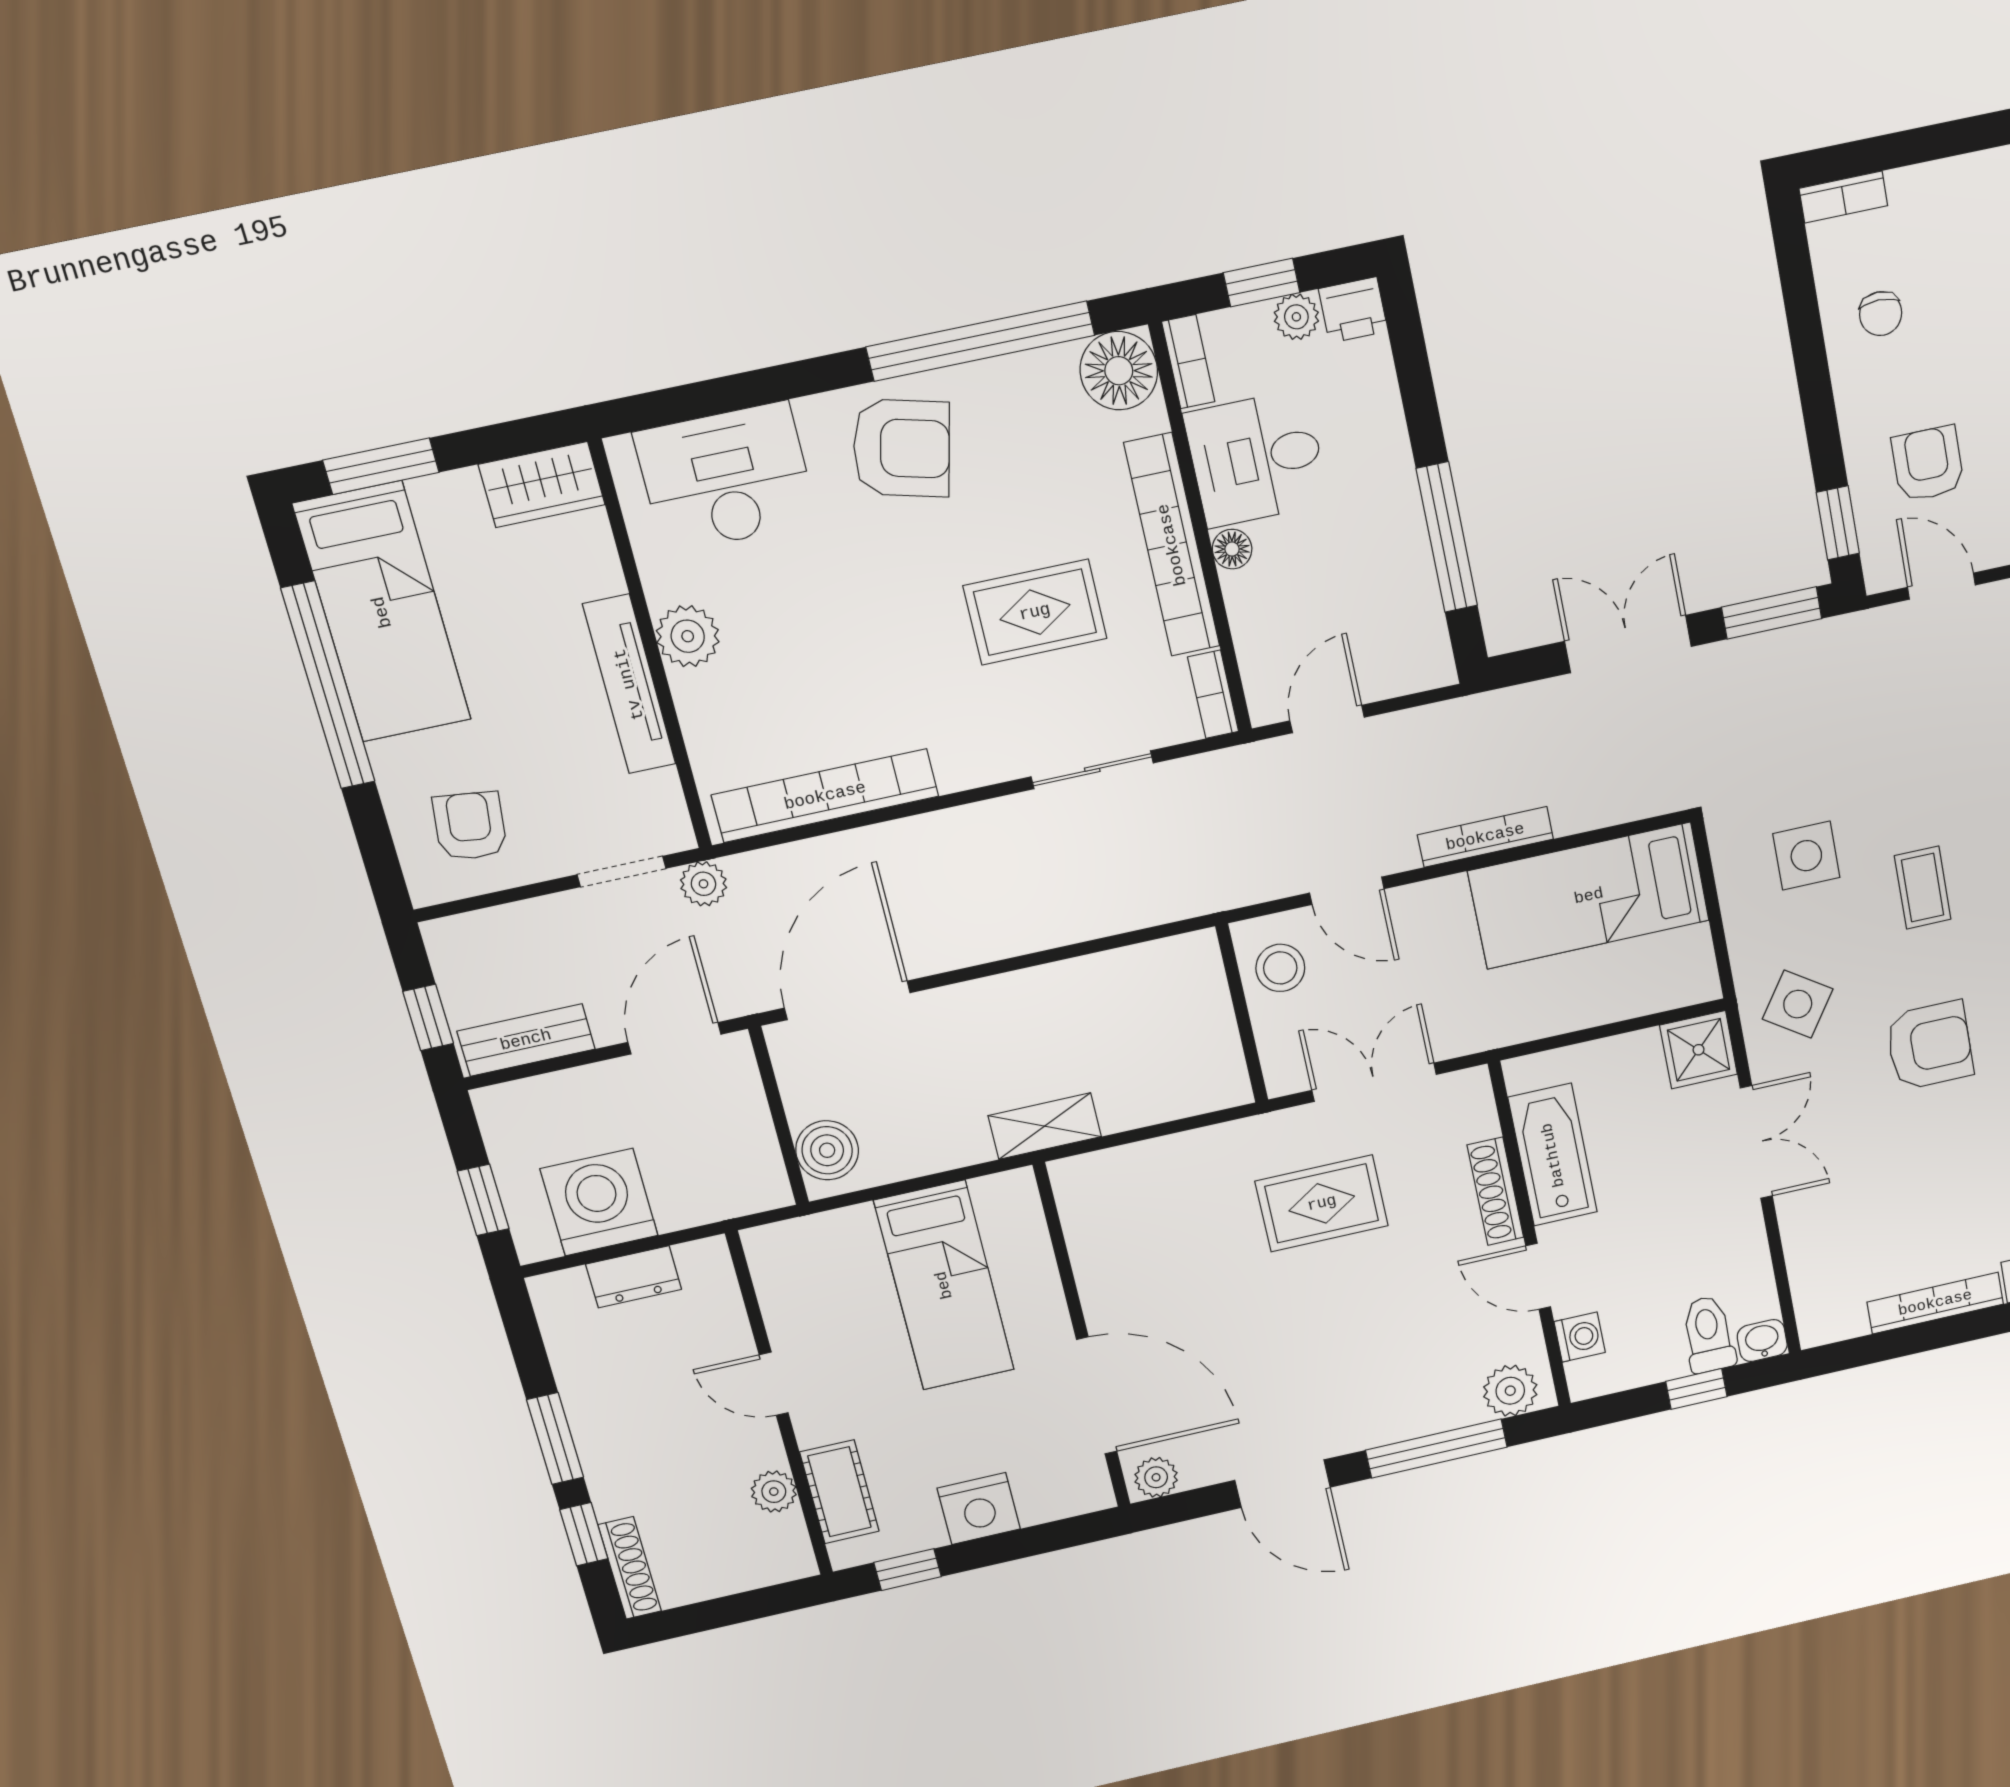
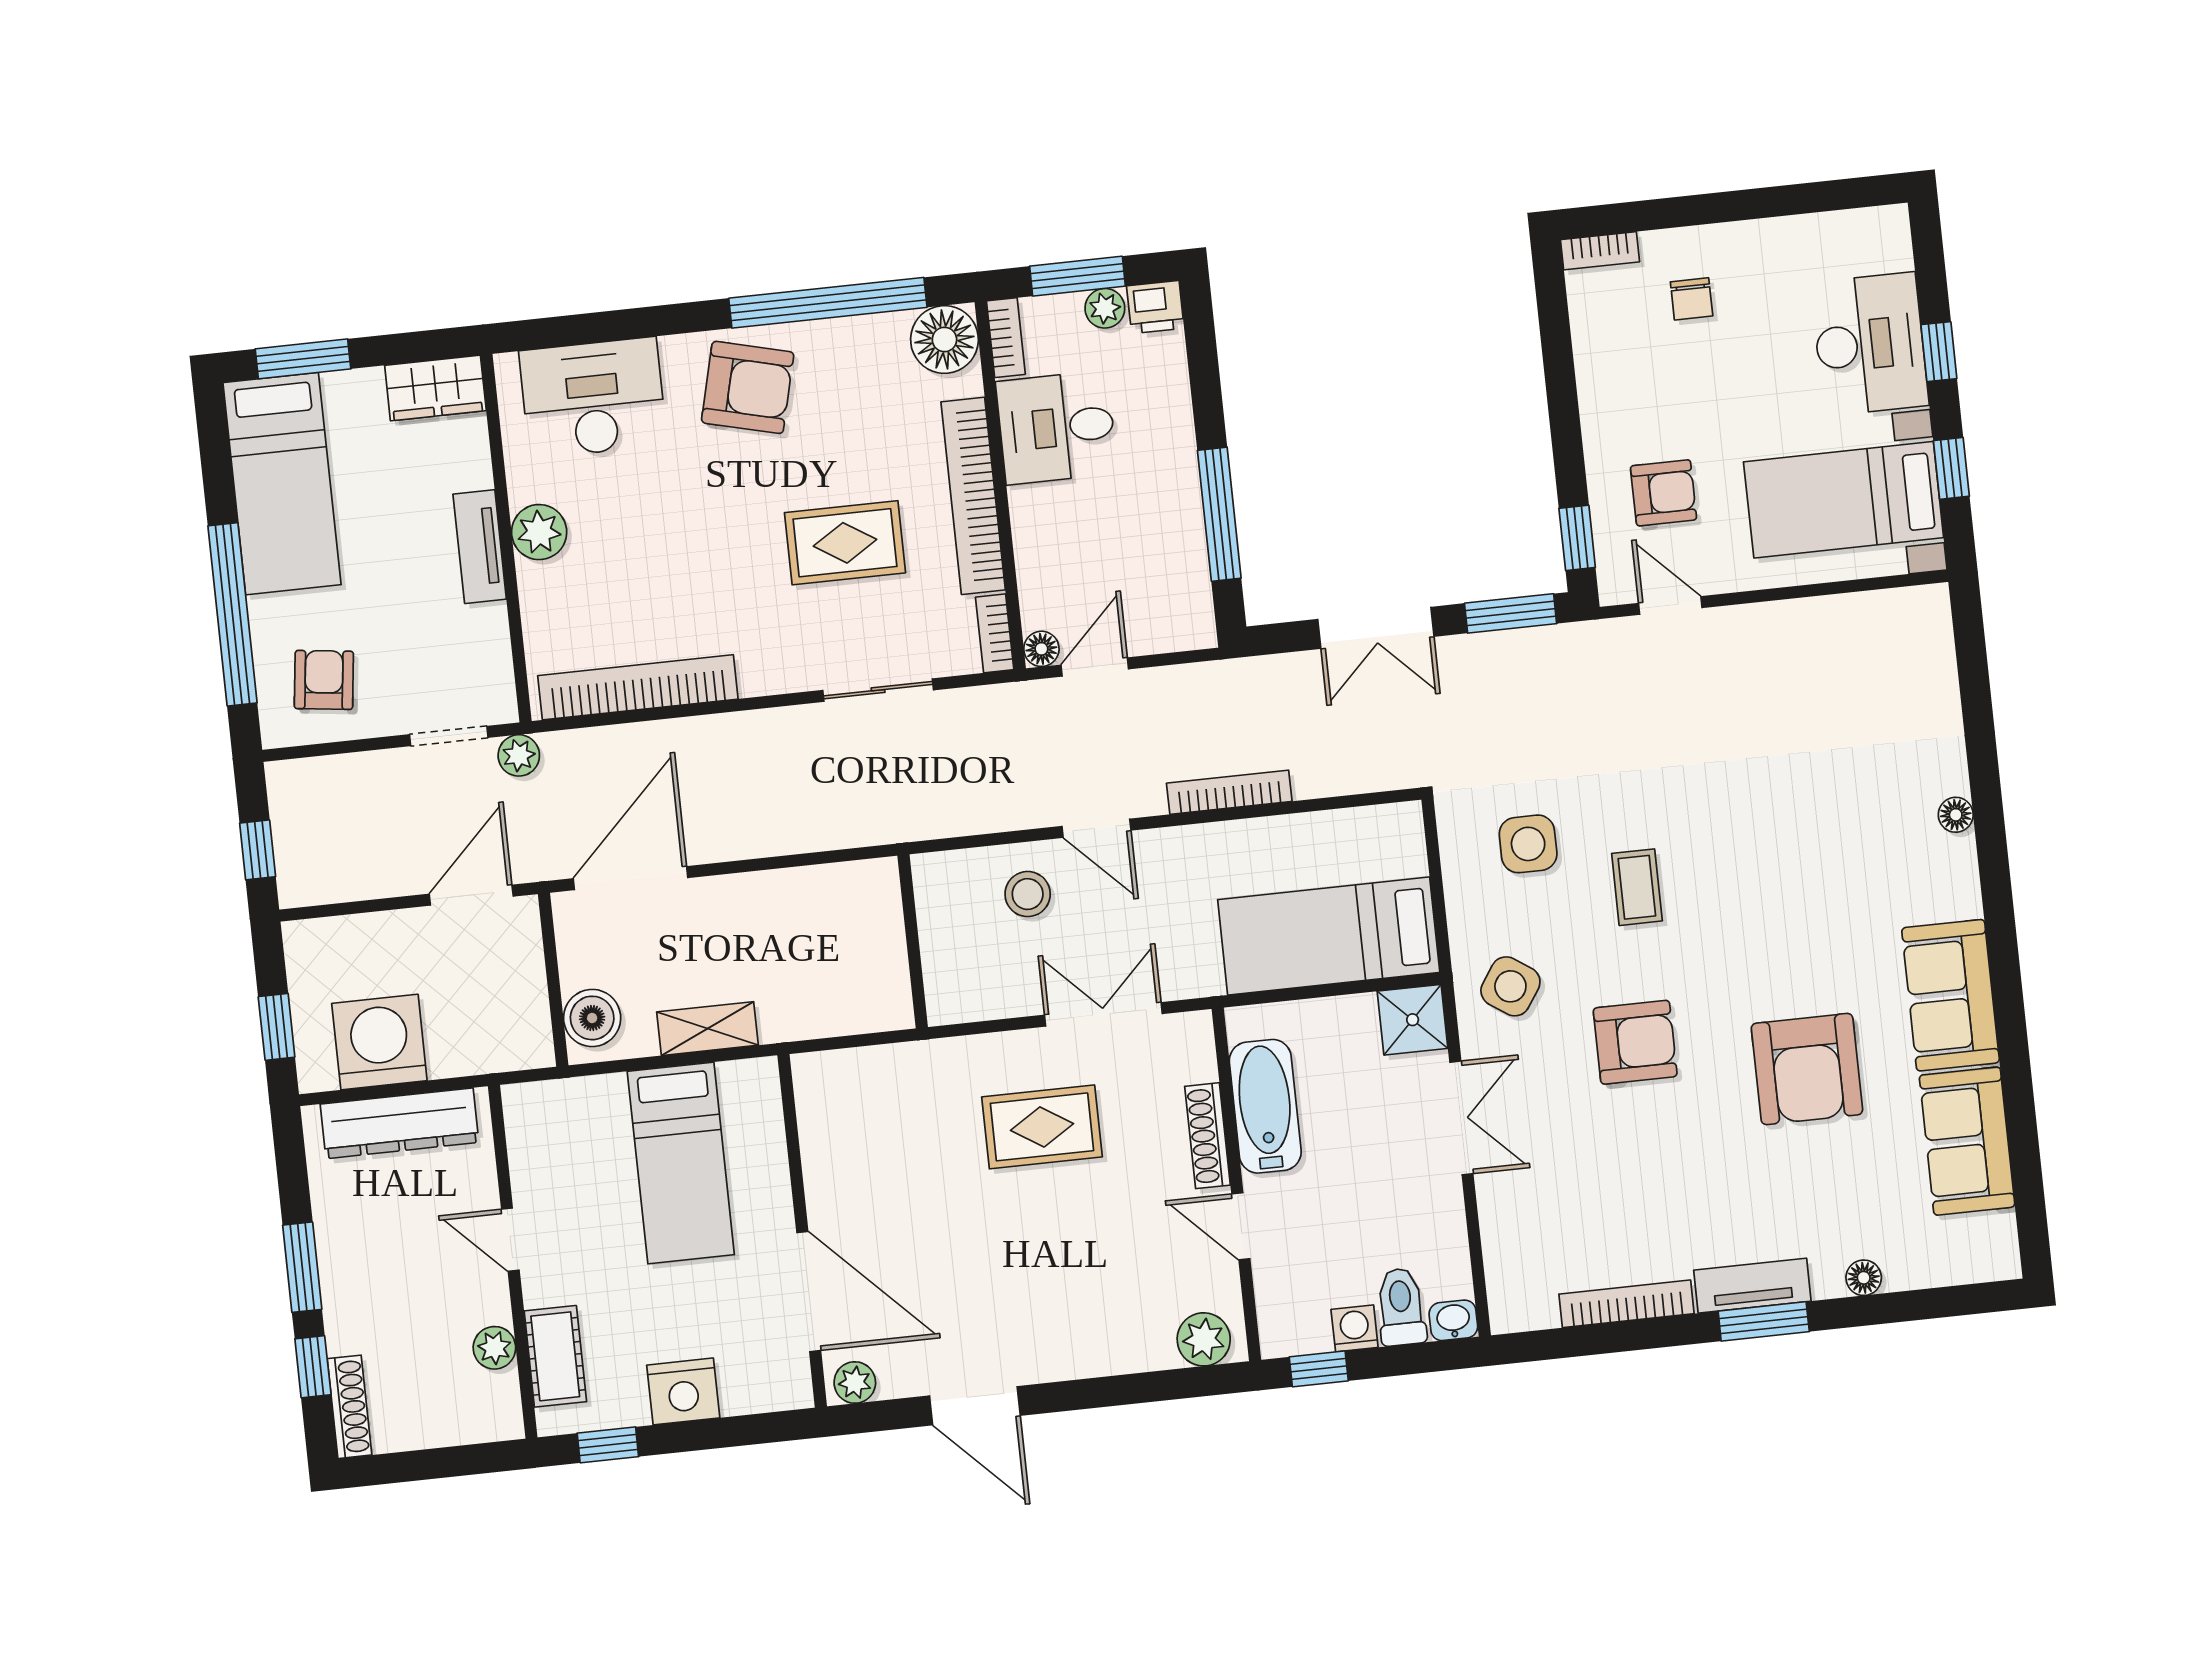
window: (1262, 283) -> (1078, 276), width x1.50
chair: (1881, 314) -> (1692, 299), moved
armchair: (1928, 464) -> (1664, 493), turned 90
floor lamp: (1232, 549) -> (1041, 649), moved
double door: (1628, 644) -> (1376, 628), swing flipped
tv unit: (629, 684) -> (480, 547), width x0.71
window: (328, 685) -> (233, 614), moved
bed: (1589, 896) -> (1329, 936), moved
wall: (1242, 1014) -> (913, 941), moved
bench: (526, 1040) -> (340, 881), removed
shelving: (1045, 1126) -> (708, 1029), moved
dresser: (634, 1277) -> (400, 1123), width x1.96, depth x1.24
washing machine: (1580, 1337) -> (1355, 1328), moved, turned -90
window: (1696, 1389) -> (1319, 1369), moved
window: (1436, 1449) -> (1127, 1389), removed

